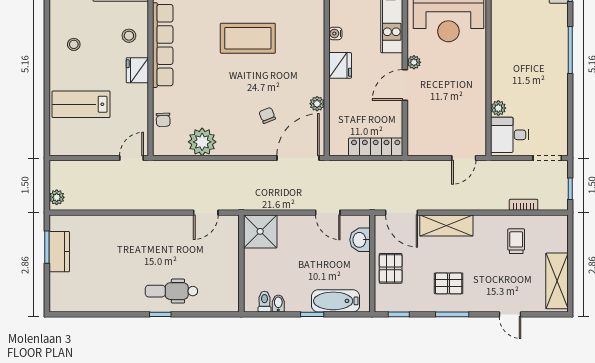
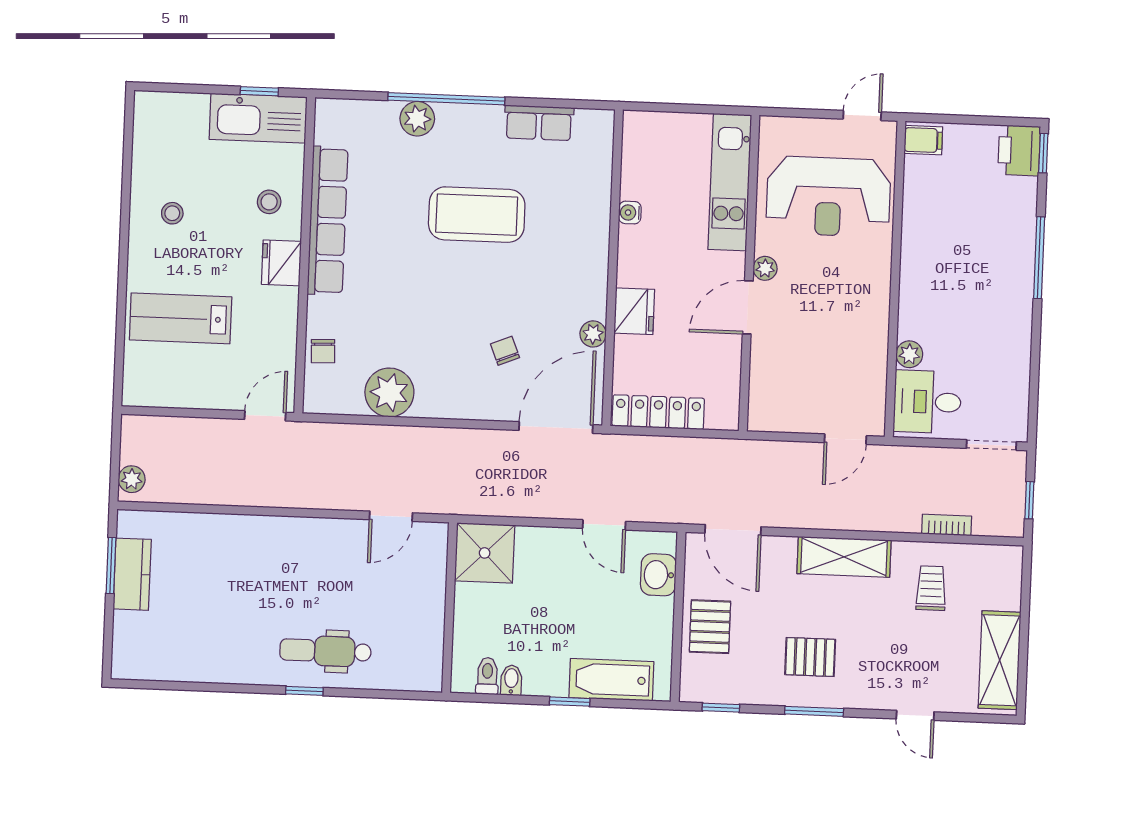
fridge: (340, 65) -> (634, 311), moved
locker: (376, 147) -> (658, 412), moved
shelving: (446, 225) -> (844, 557), moved

